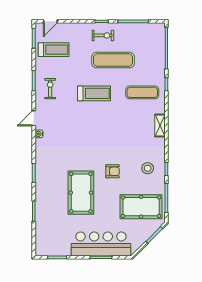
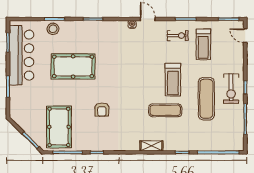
exercise bike: (103, 35) -> (231, 89), width x1.38, depth x1.39
treadmill: (54, 50) -> (203, 44), moved
exercise mat: (142, 92) -> (165, 110), moved, turned 90
shelving: (160, 125) -> (151, 146), moved
stool: (148, 168) -> (53, 29), moved
armchair: (112, 171) -> (102, 110), moved
bar counter: (101, 244) -> (21, 55), moved

